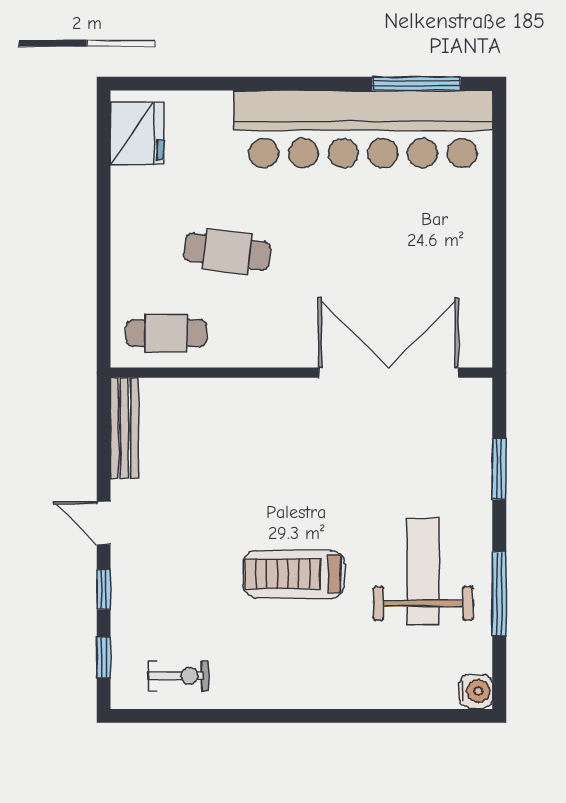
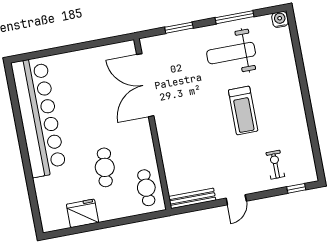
window: (417, 84) -> (14, 97), removed
fridge: (137, 134) -> (82, 213), moved
window: (104, 589) -> (266, 194), removed
exercise bike: (179, 676) -> (275, 165), moved

